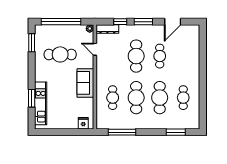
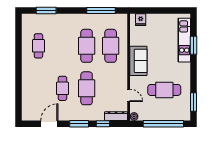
cafe table: (113, 98) -> (111, 46), width x1.37, depth x1.35
cafe table: (160, 98) -> (63, 46), removed

